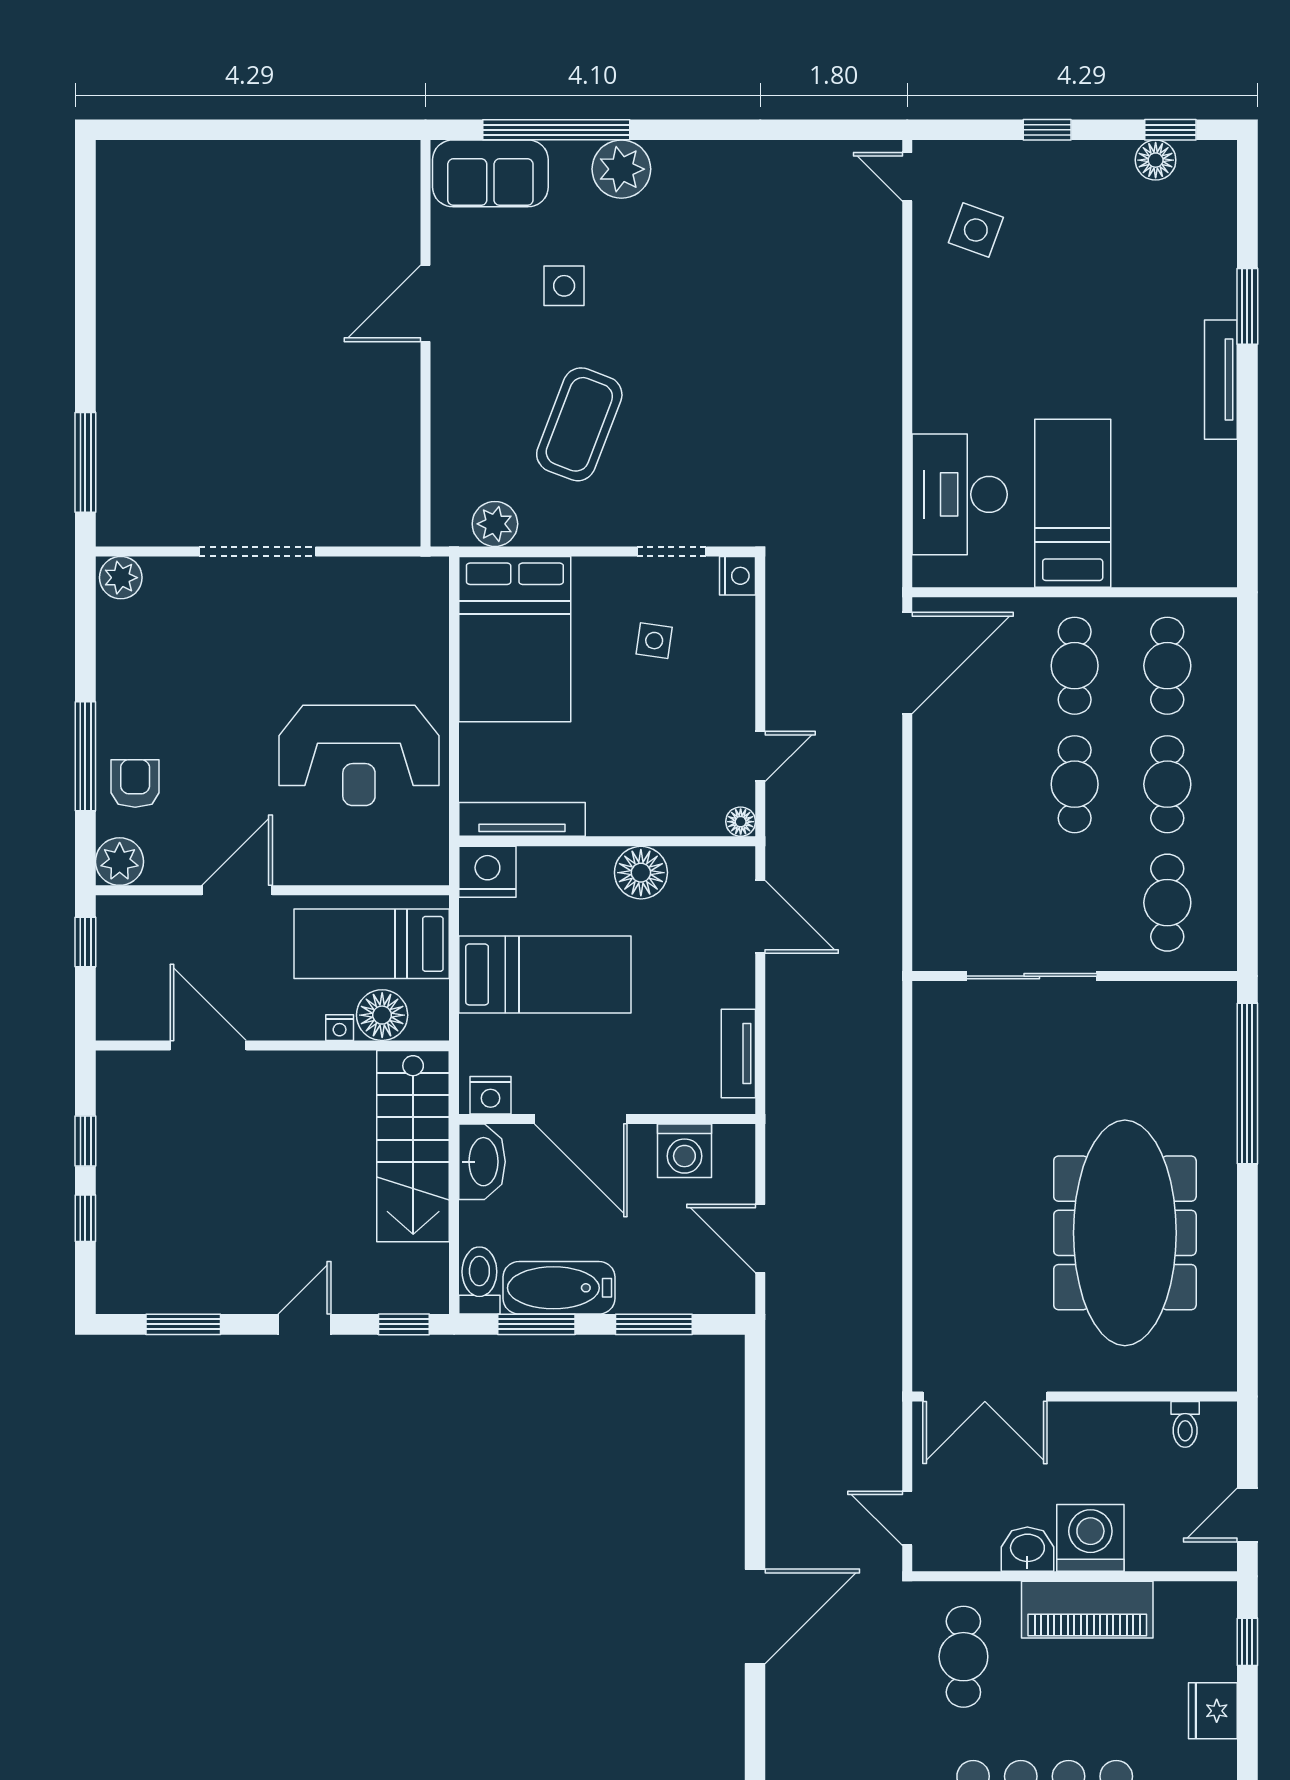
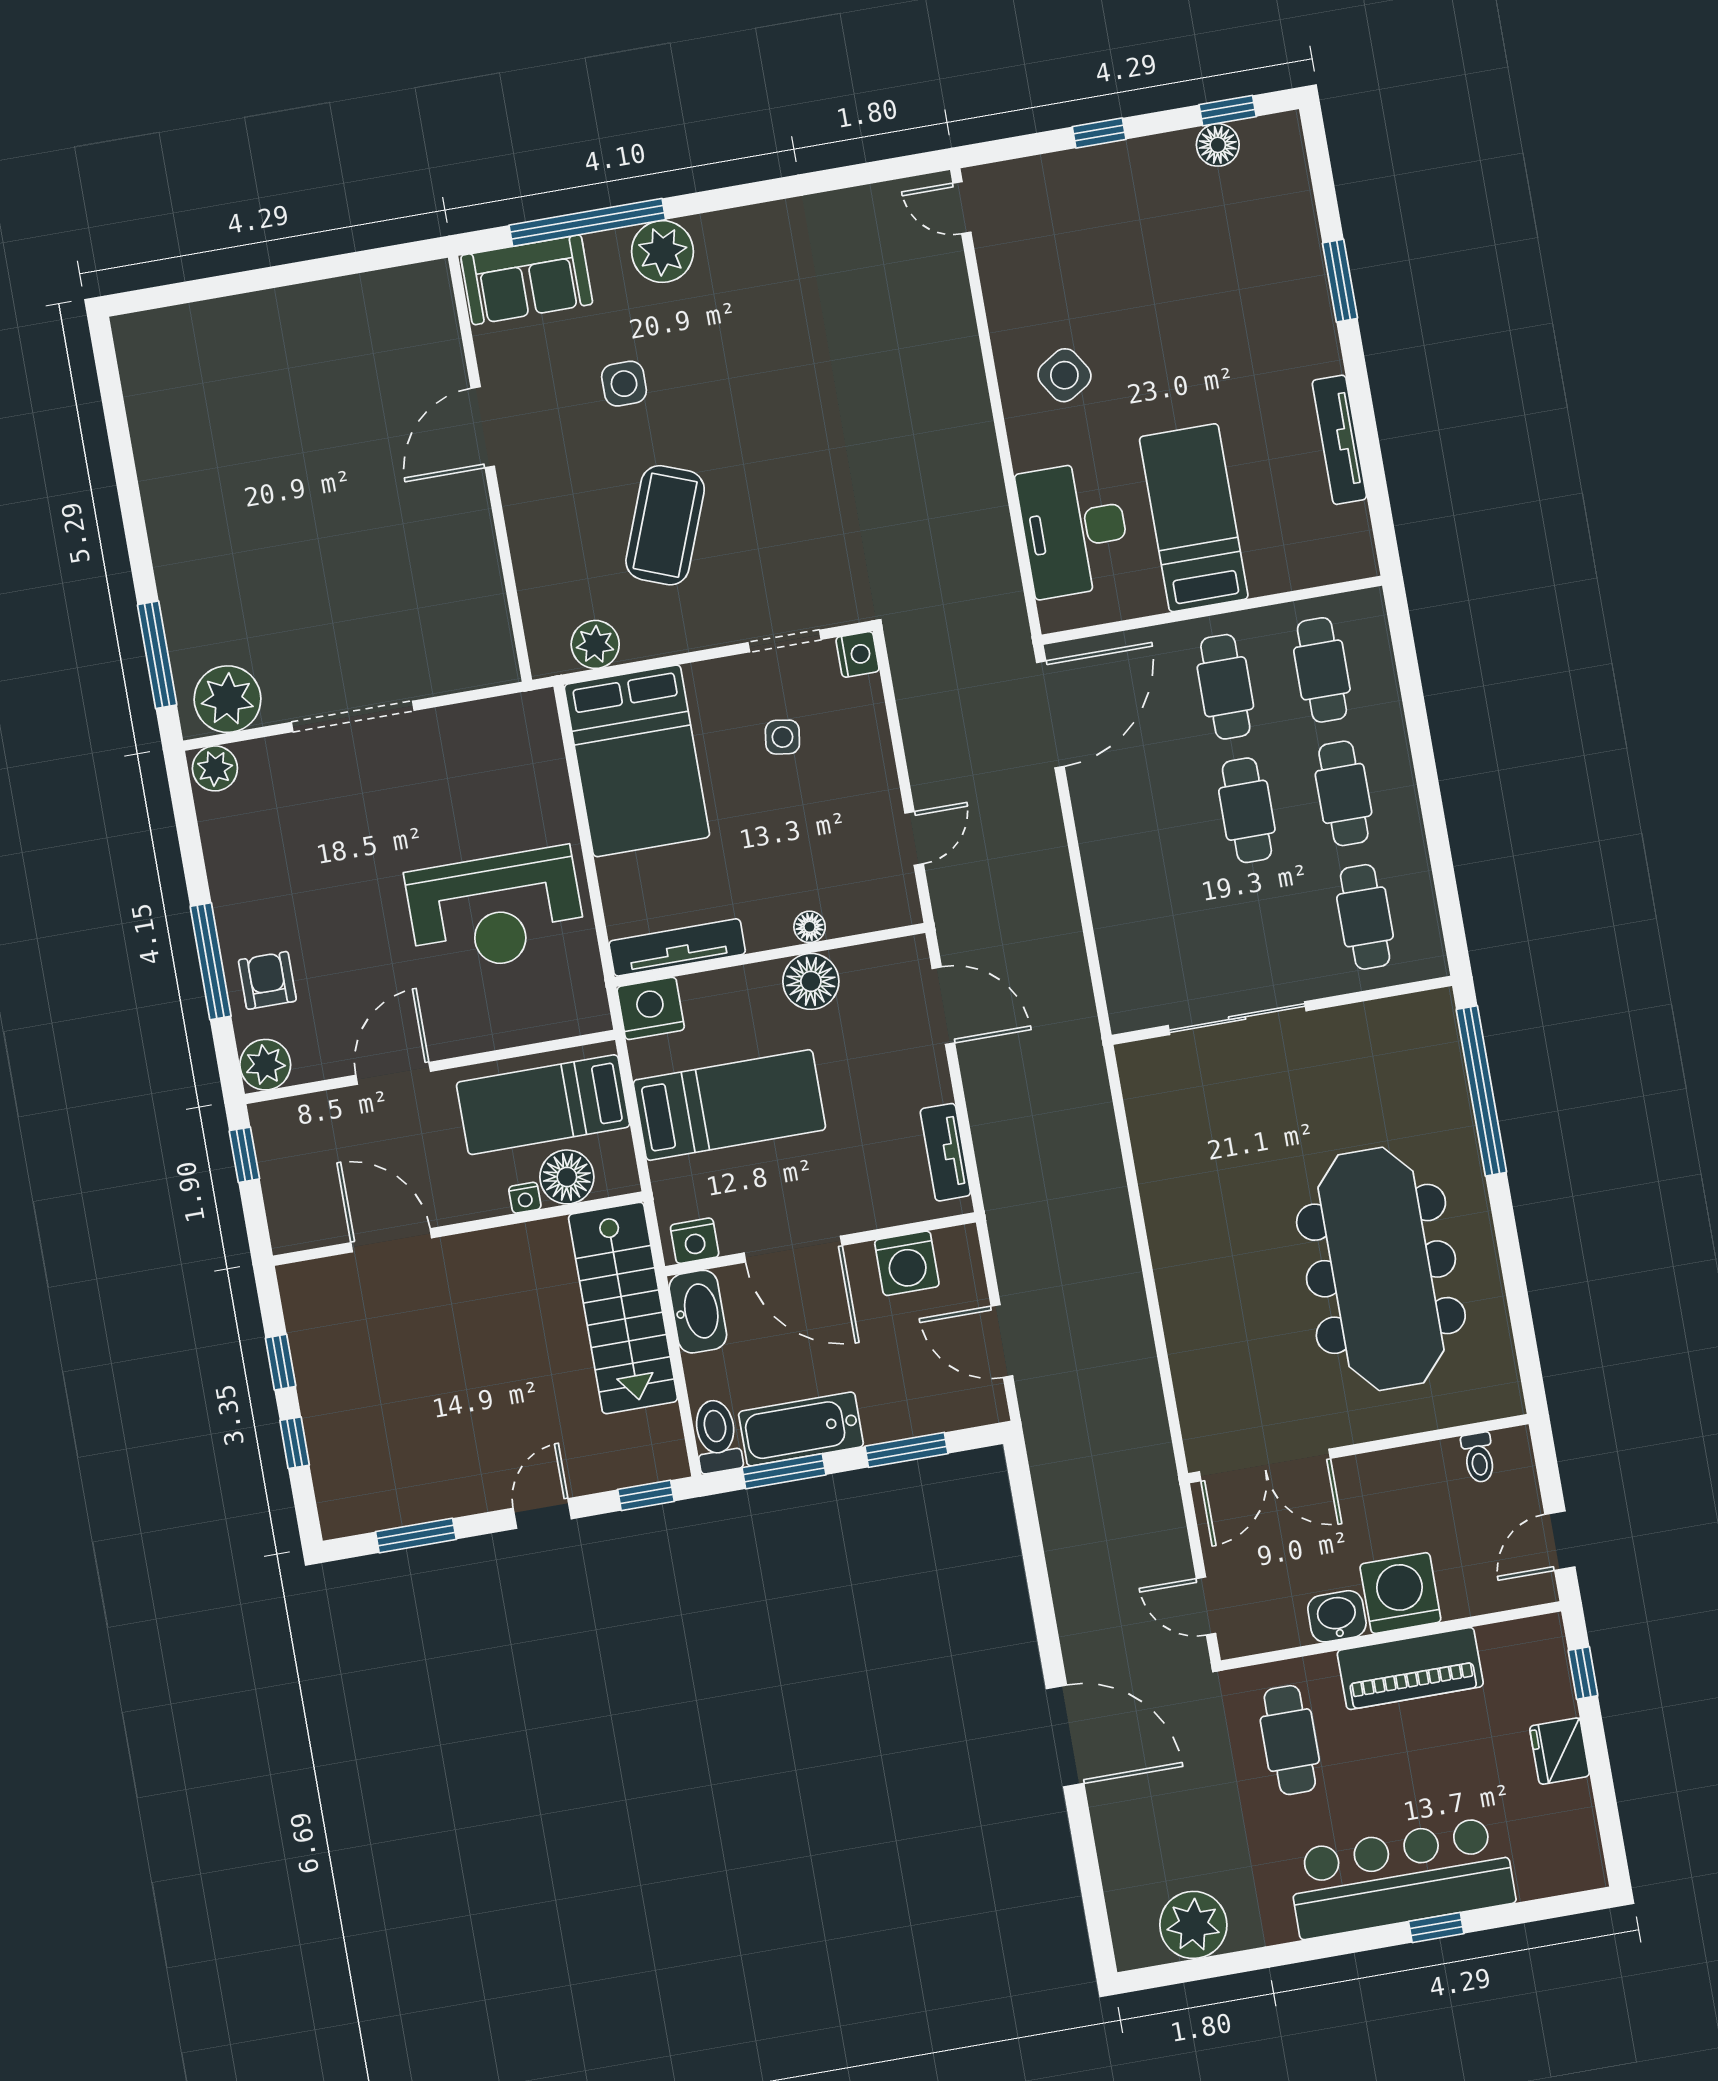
side table: (976, 230) -> (1064, 375), moved, turned 38
tv unit: (1221, 380) -> (1339, 440), moved
plant: (144, 515) -> (228, 699), added
floor lamp: (741, 822) -> (810, 927), moved
door: (755, 1616) -> (1065, 1736), hinge flipped

